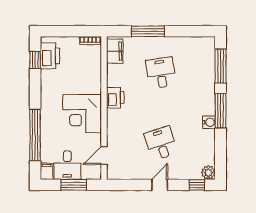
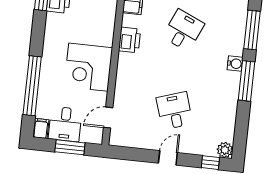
desk: (161, 73) -> (183, 30), turned 33
printer: (115, 98) -> (130, 40), moved
water cooler: (209, 122) -> (235, 64), moved

